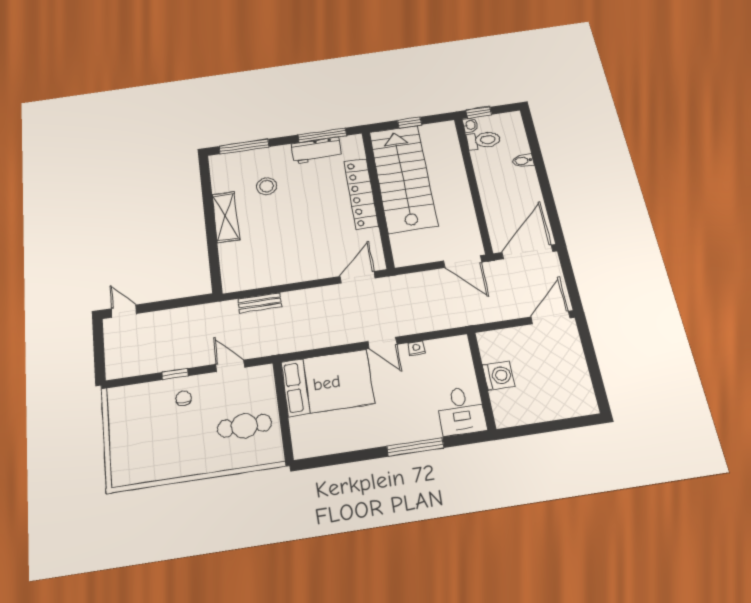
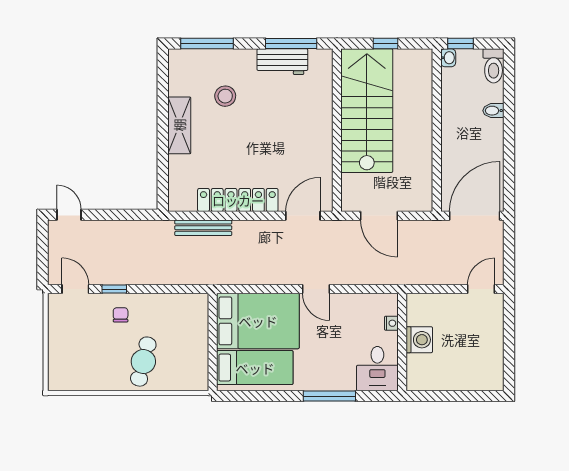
toilet: (483, 140) -> (494, 66), moved, turned 90
locker: (361, 194) -> (238, 200), moved, turned 90
door: (462, 262) -> (379, 216), moved
bench: (260, 303) -> (203, 228), width x1.36
door: (550, 317) -> (481, 289), width x0.73
nightstand: (416, 348) -> (391, 323), moved, turned 90
door: (230, 366) -> (75, 289), moved
cafe table: (244, 426) -> (143, 362), moved, turned -76
bed: (331, 430) -> (255, 368), added

